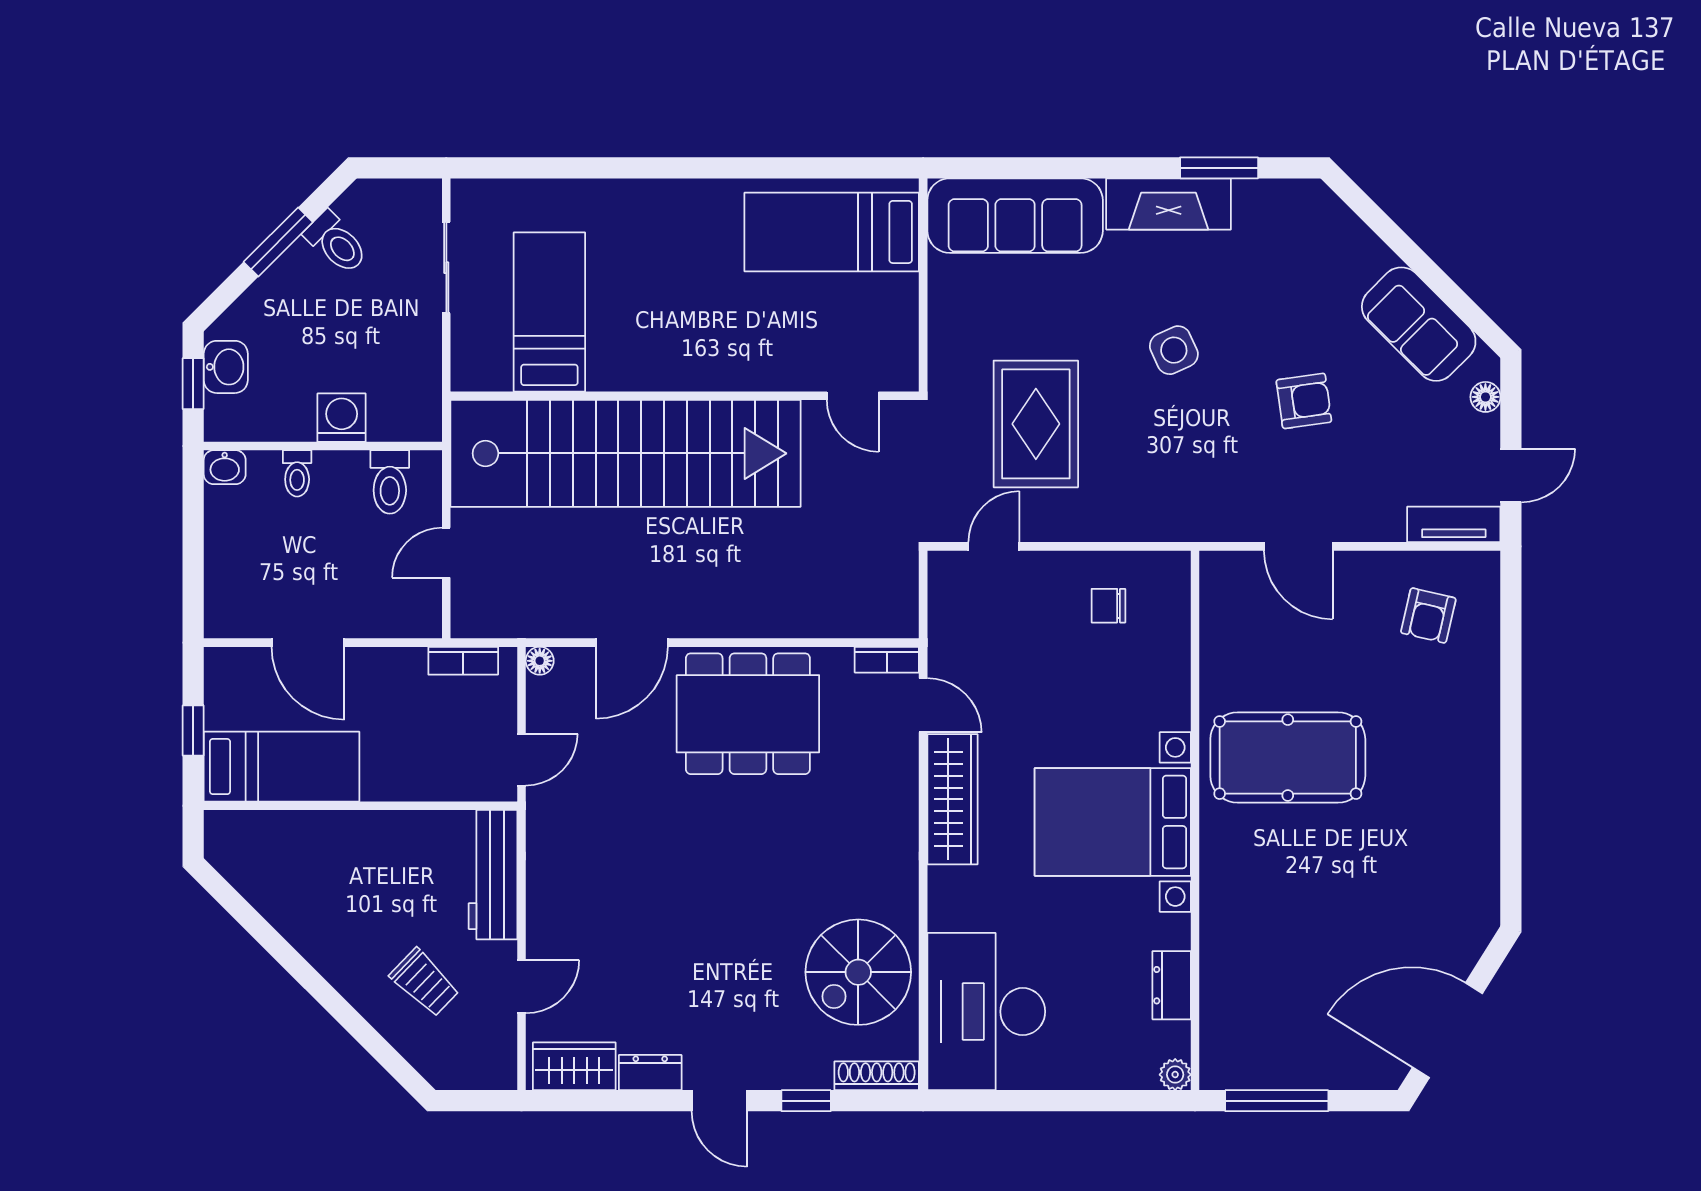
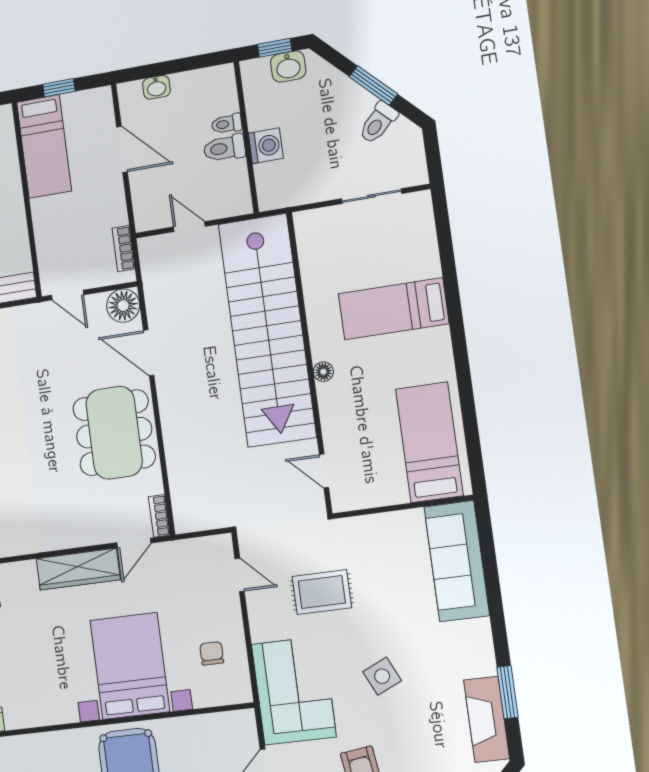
fireplace: (1169, 204) -> (487, 719), moved
bed: (549, 312) -> (394, 309), moved, turned 180
floor lamp: (702, 376) -> (323, 372), added
door: (853, 396) -> (324, 471), hinge flipped
rug: (1036, 424) -> (322, 592), width x0.73, depth x0.70
washbasin: (225, 467) -> (156, 87), moved, turned -90
toilet: (390, 482) -> (224, 148), moved
corner sofa: (1180, 487) -> (294, 691), added
door: (308, 643) -> (122, 149), swing flipped
floor lamp: (540, 661) -> (123, 306), width x1.89, depth x1.89
bed with nightstands: (1113, 822) -> (130, 666), moved

